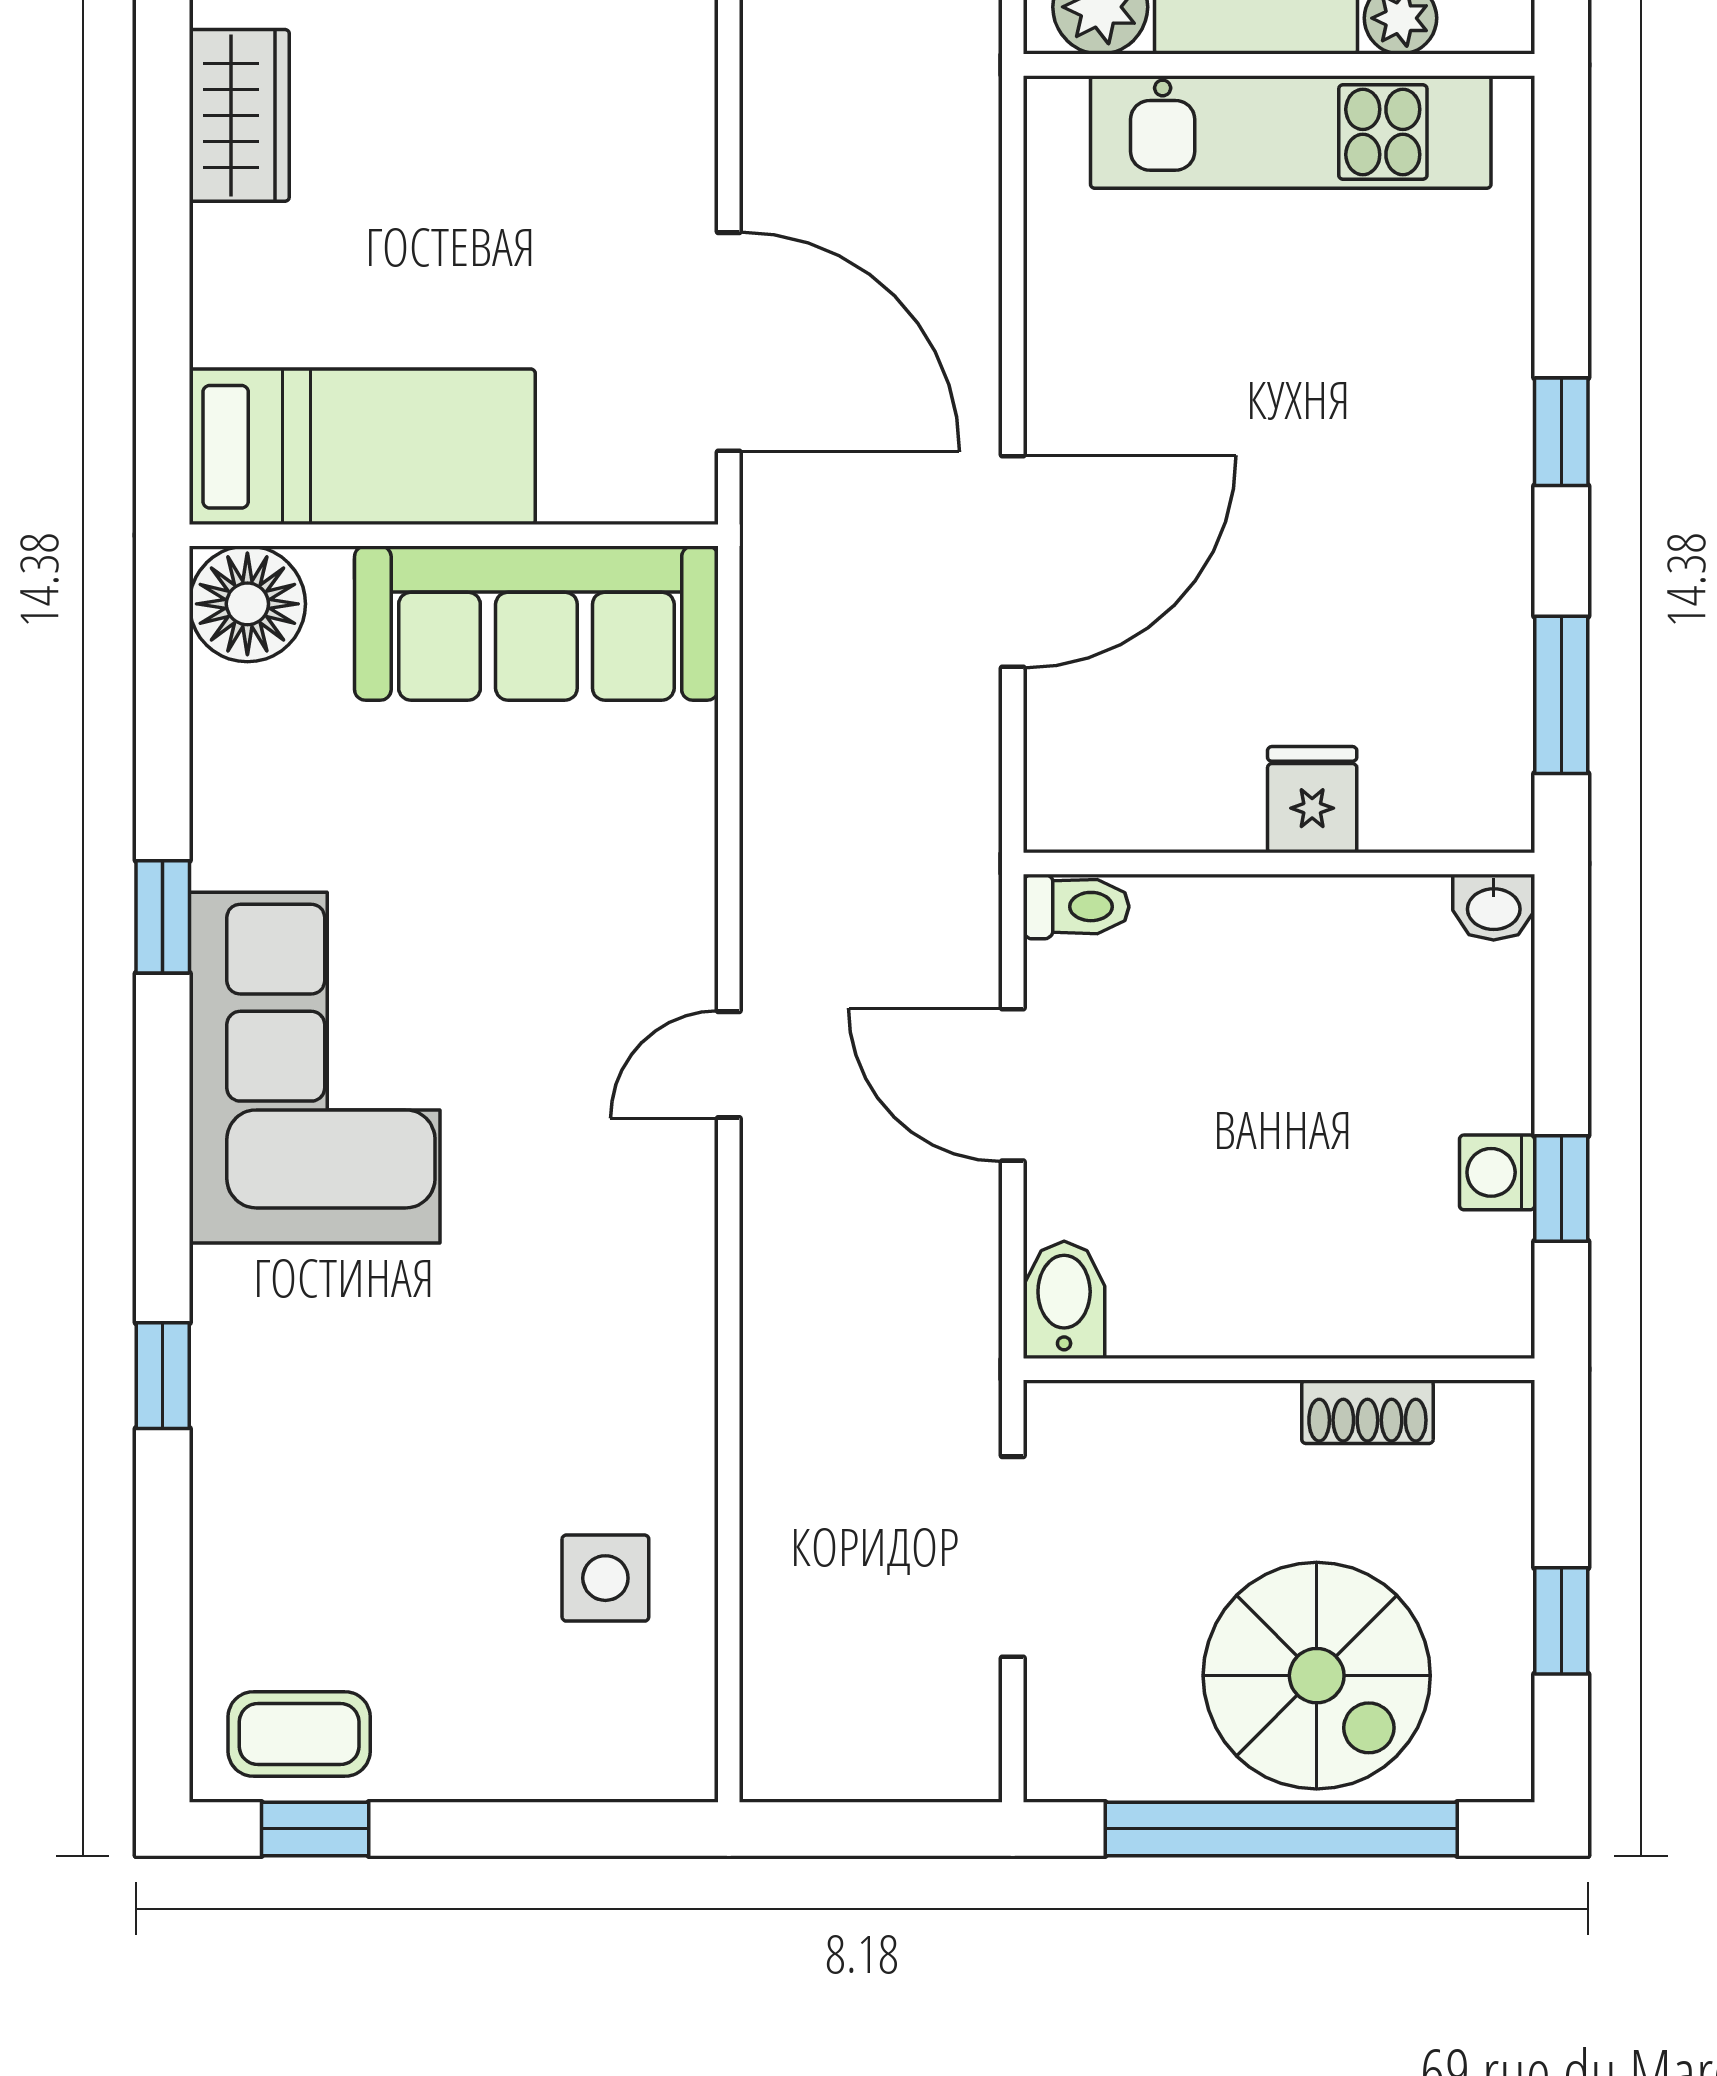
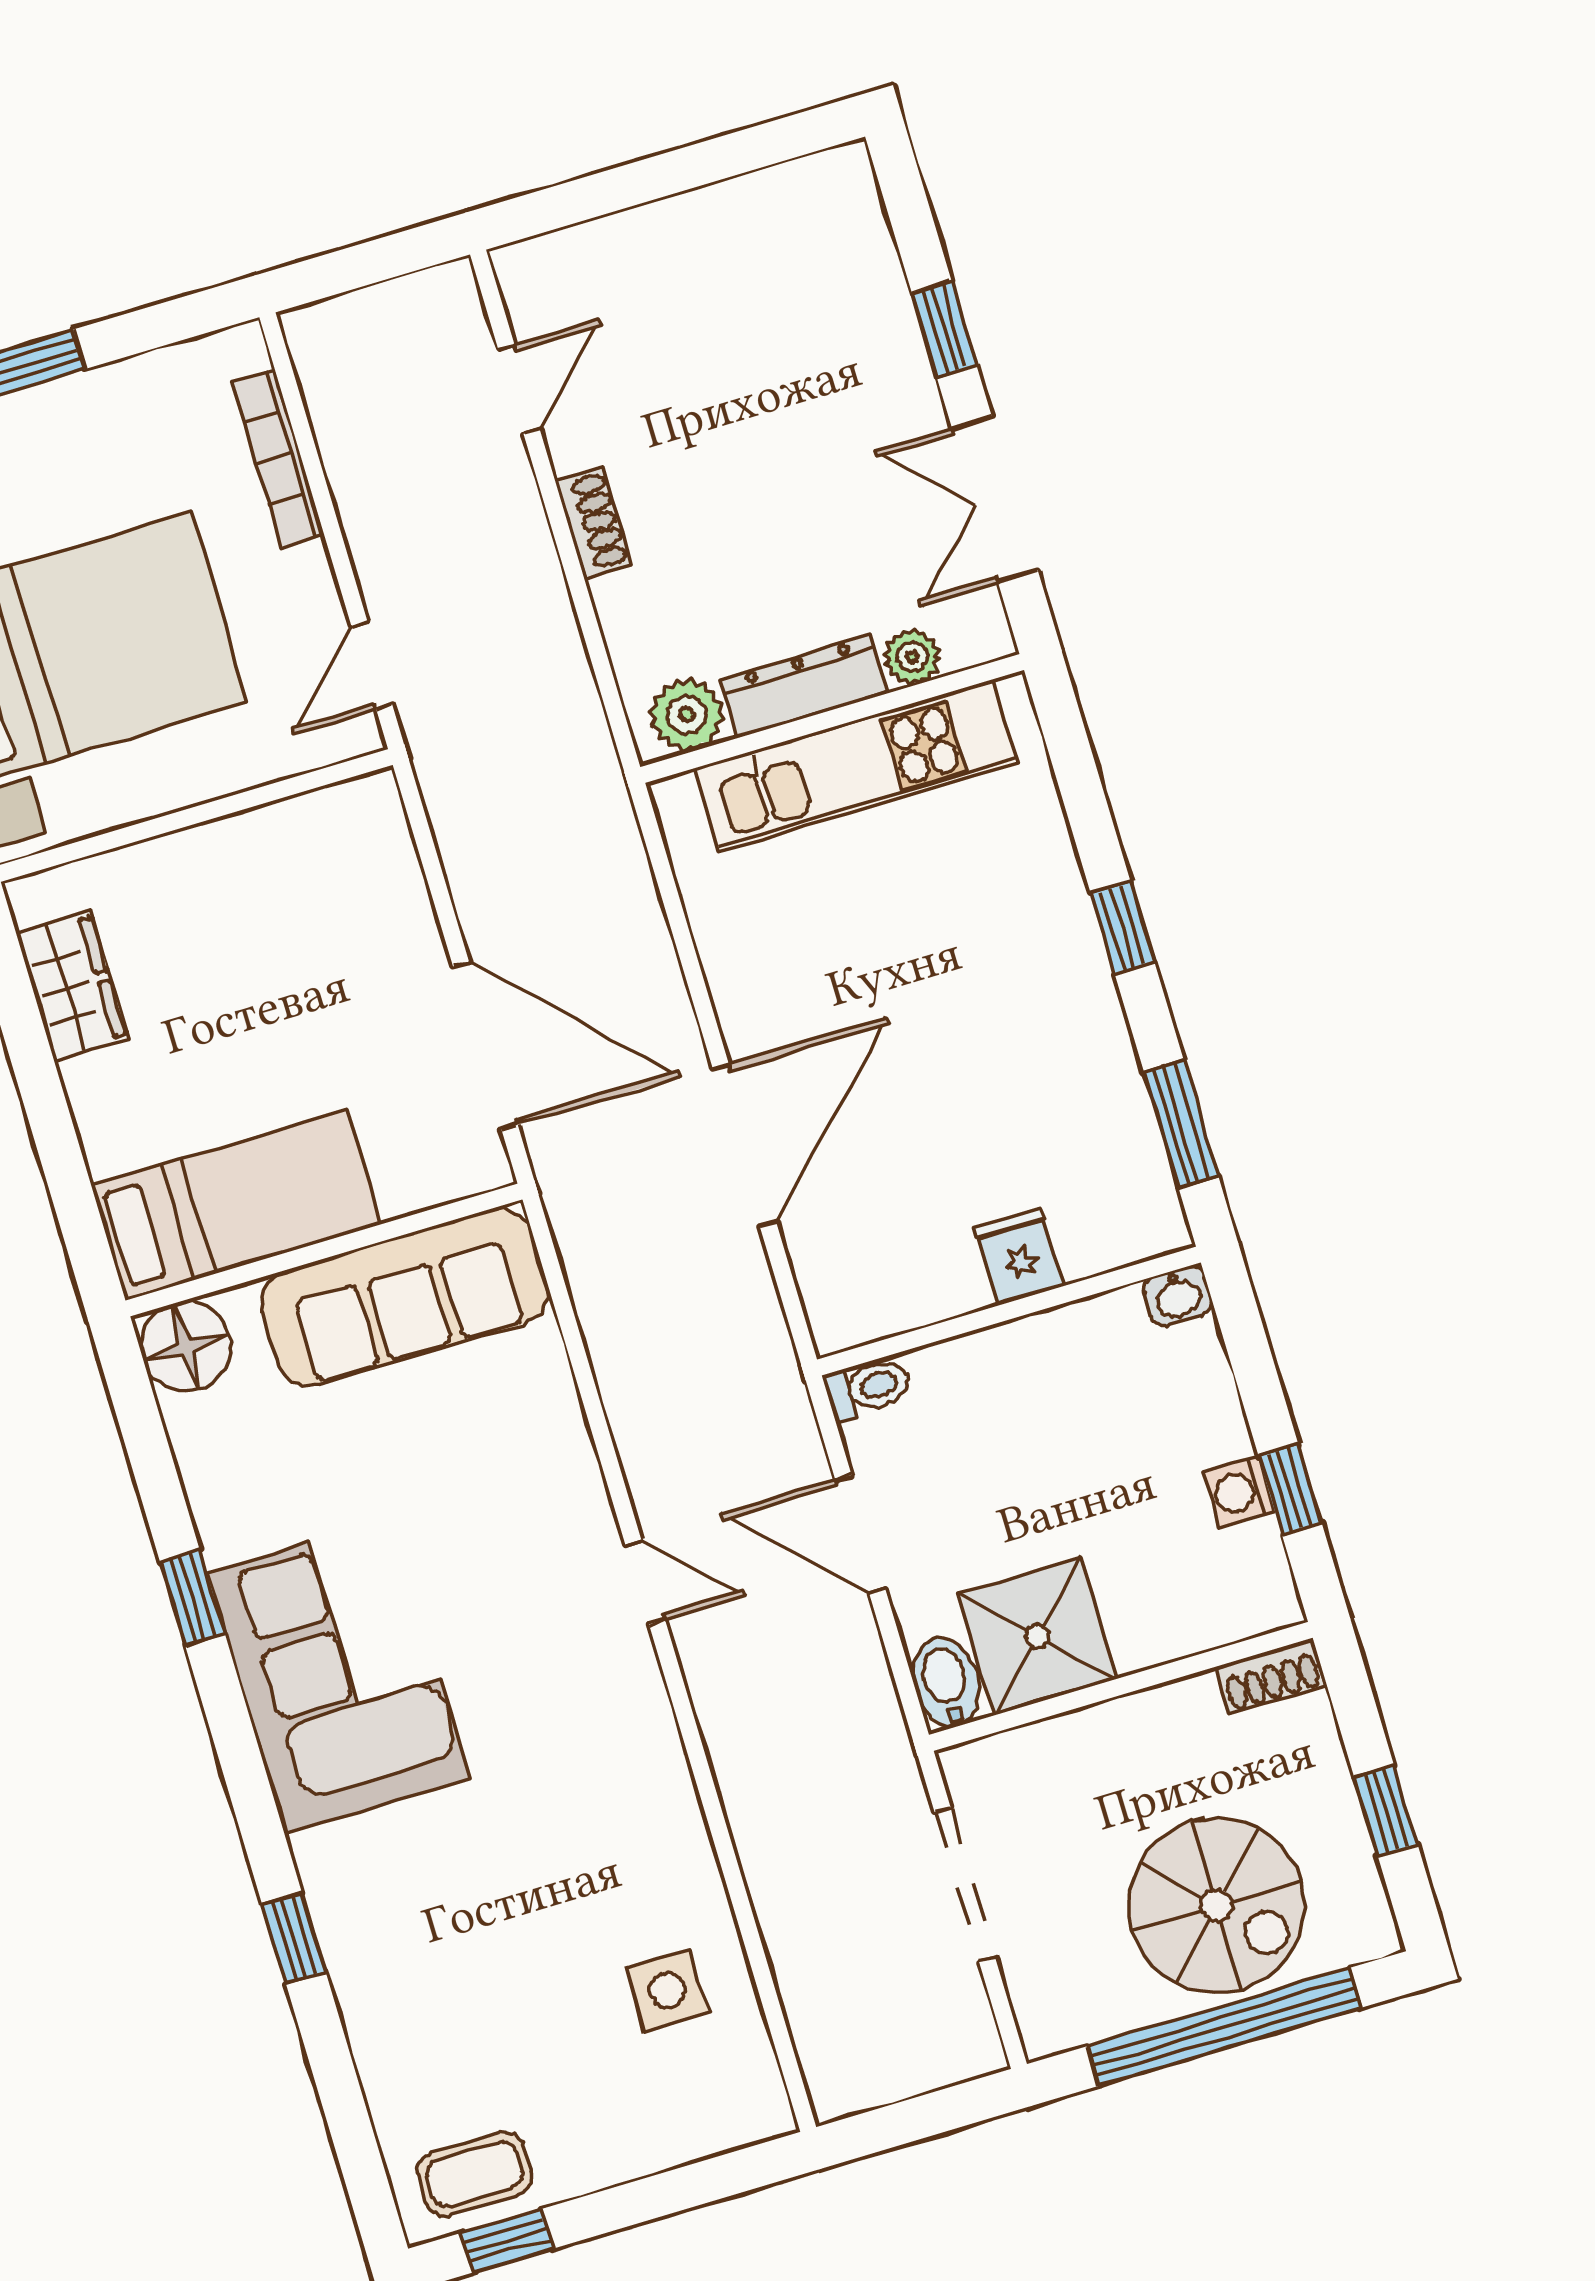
door: (729, 1065) -> (645, 1582), swing flipped
shower: (1194, 1276) -> (1037, 1636), added
shoe rack: (1367, 1412) -> (1271, 1676), moved

